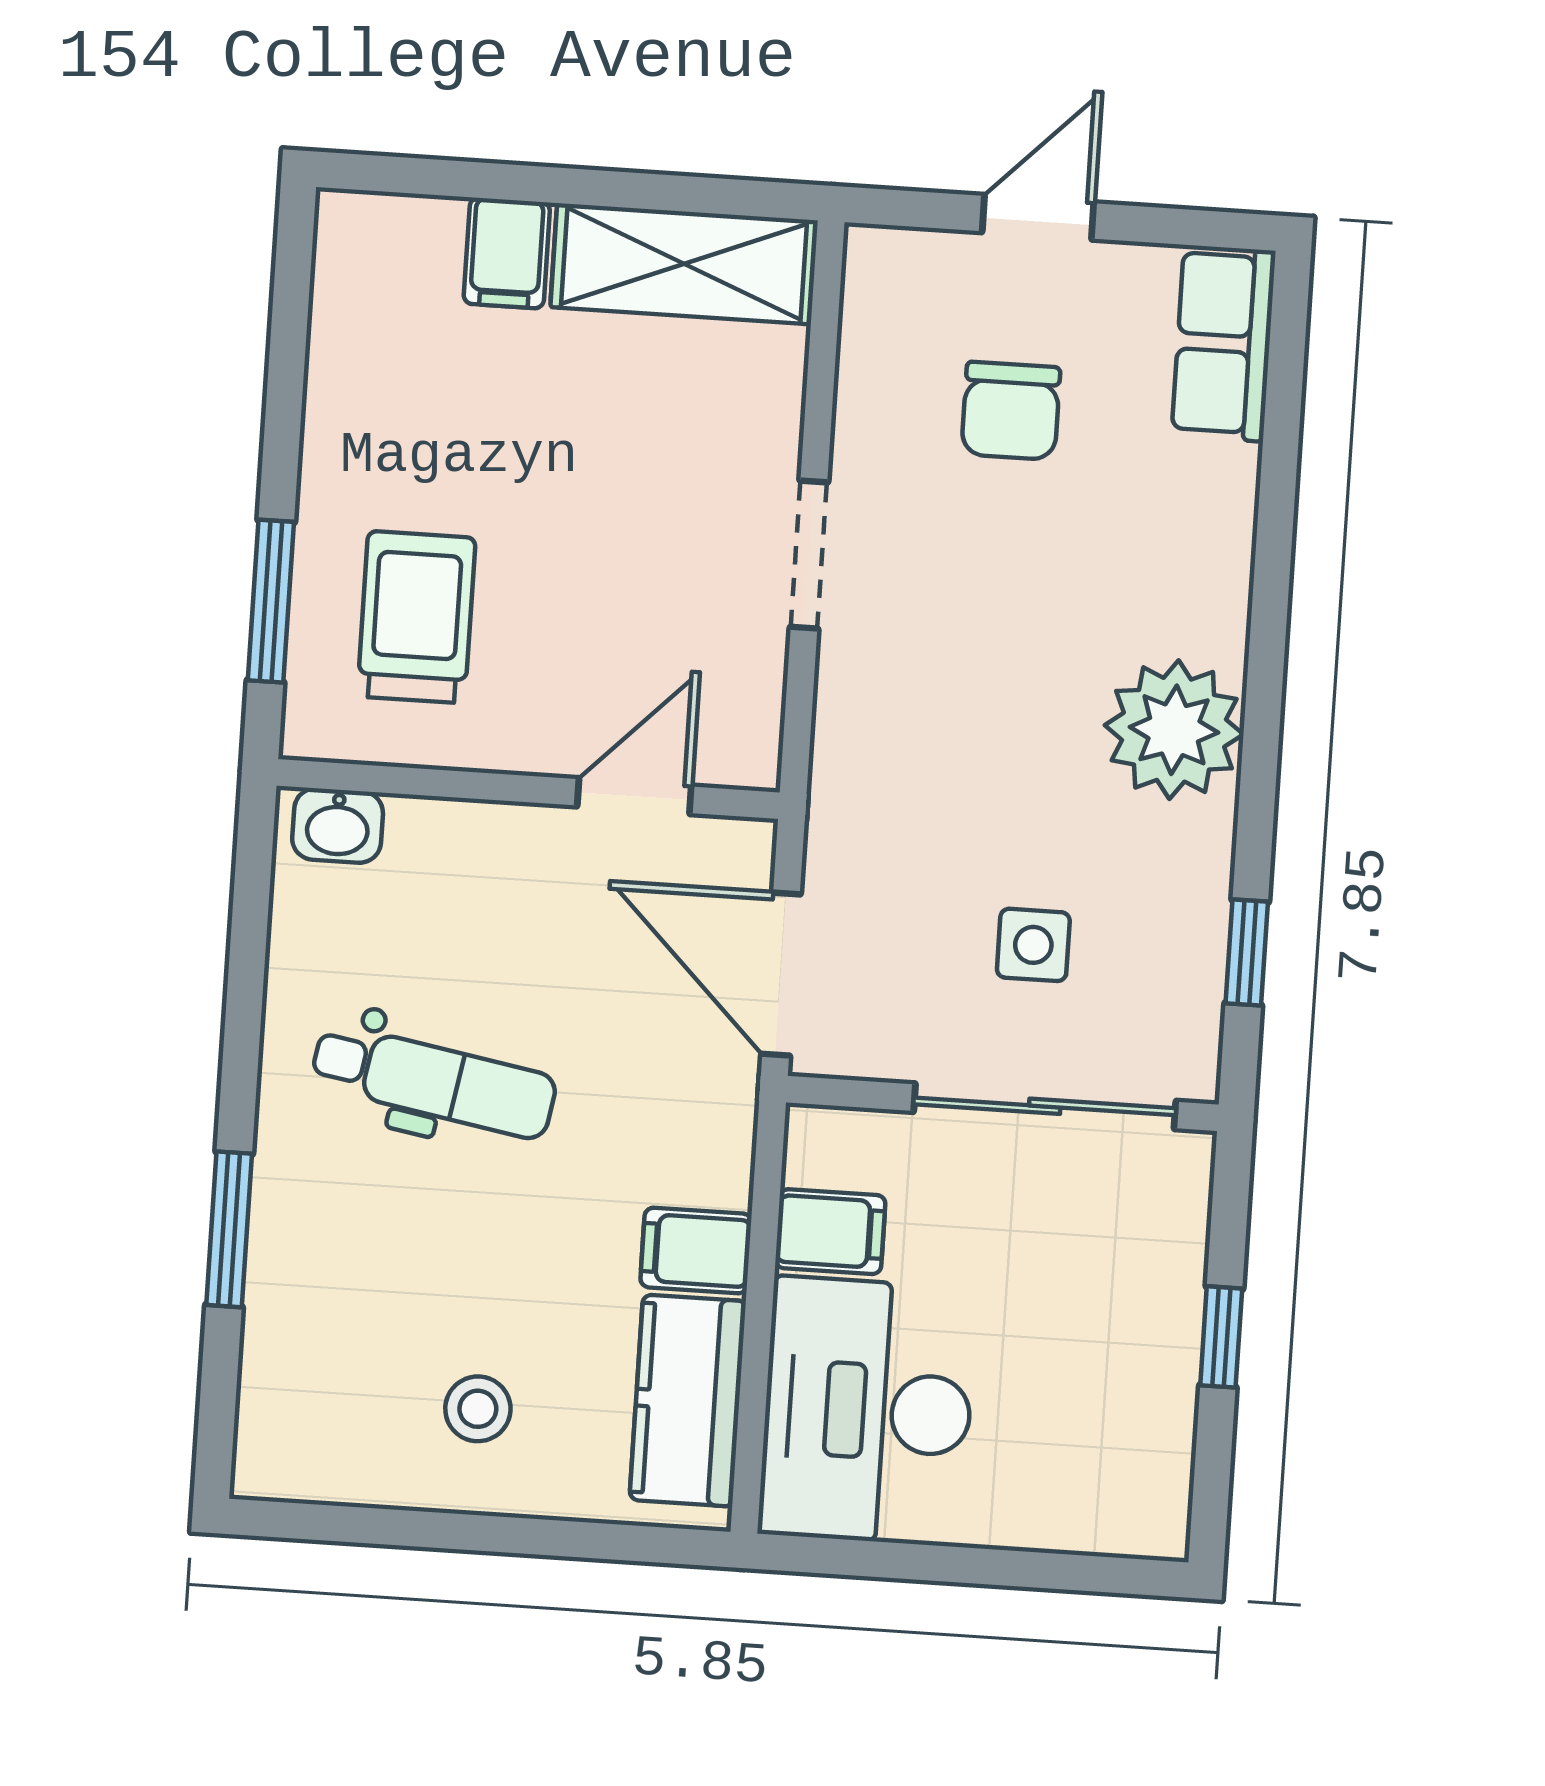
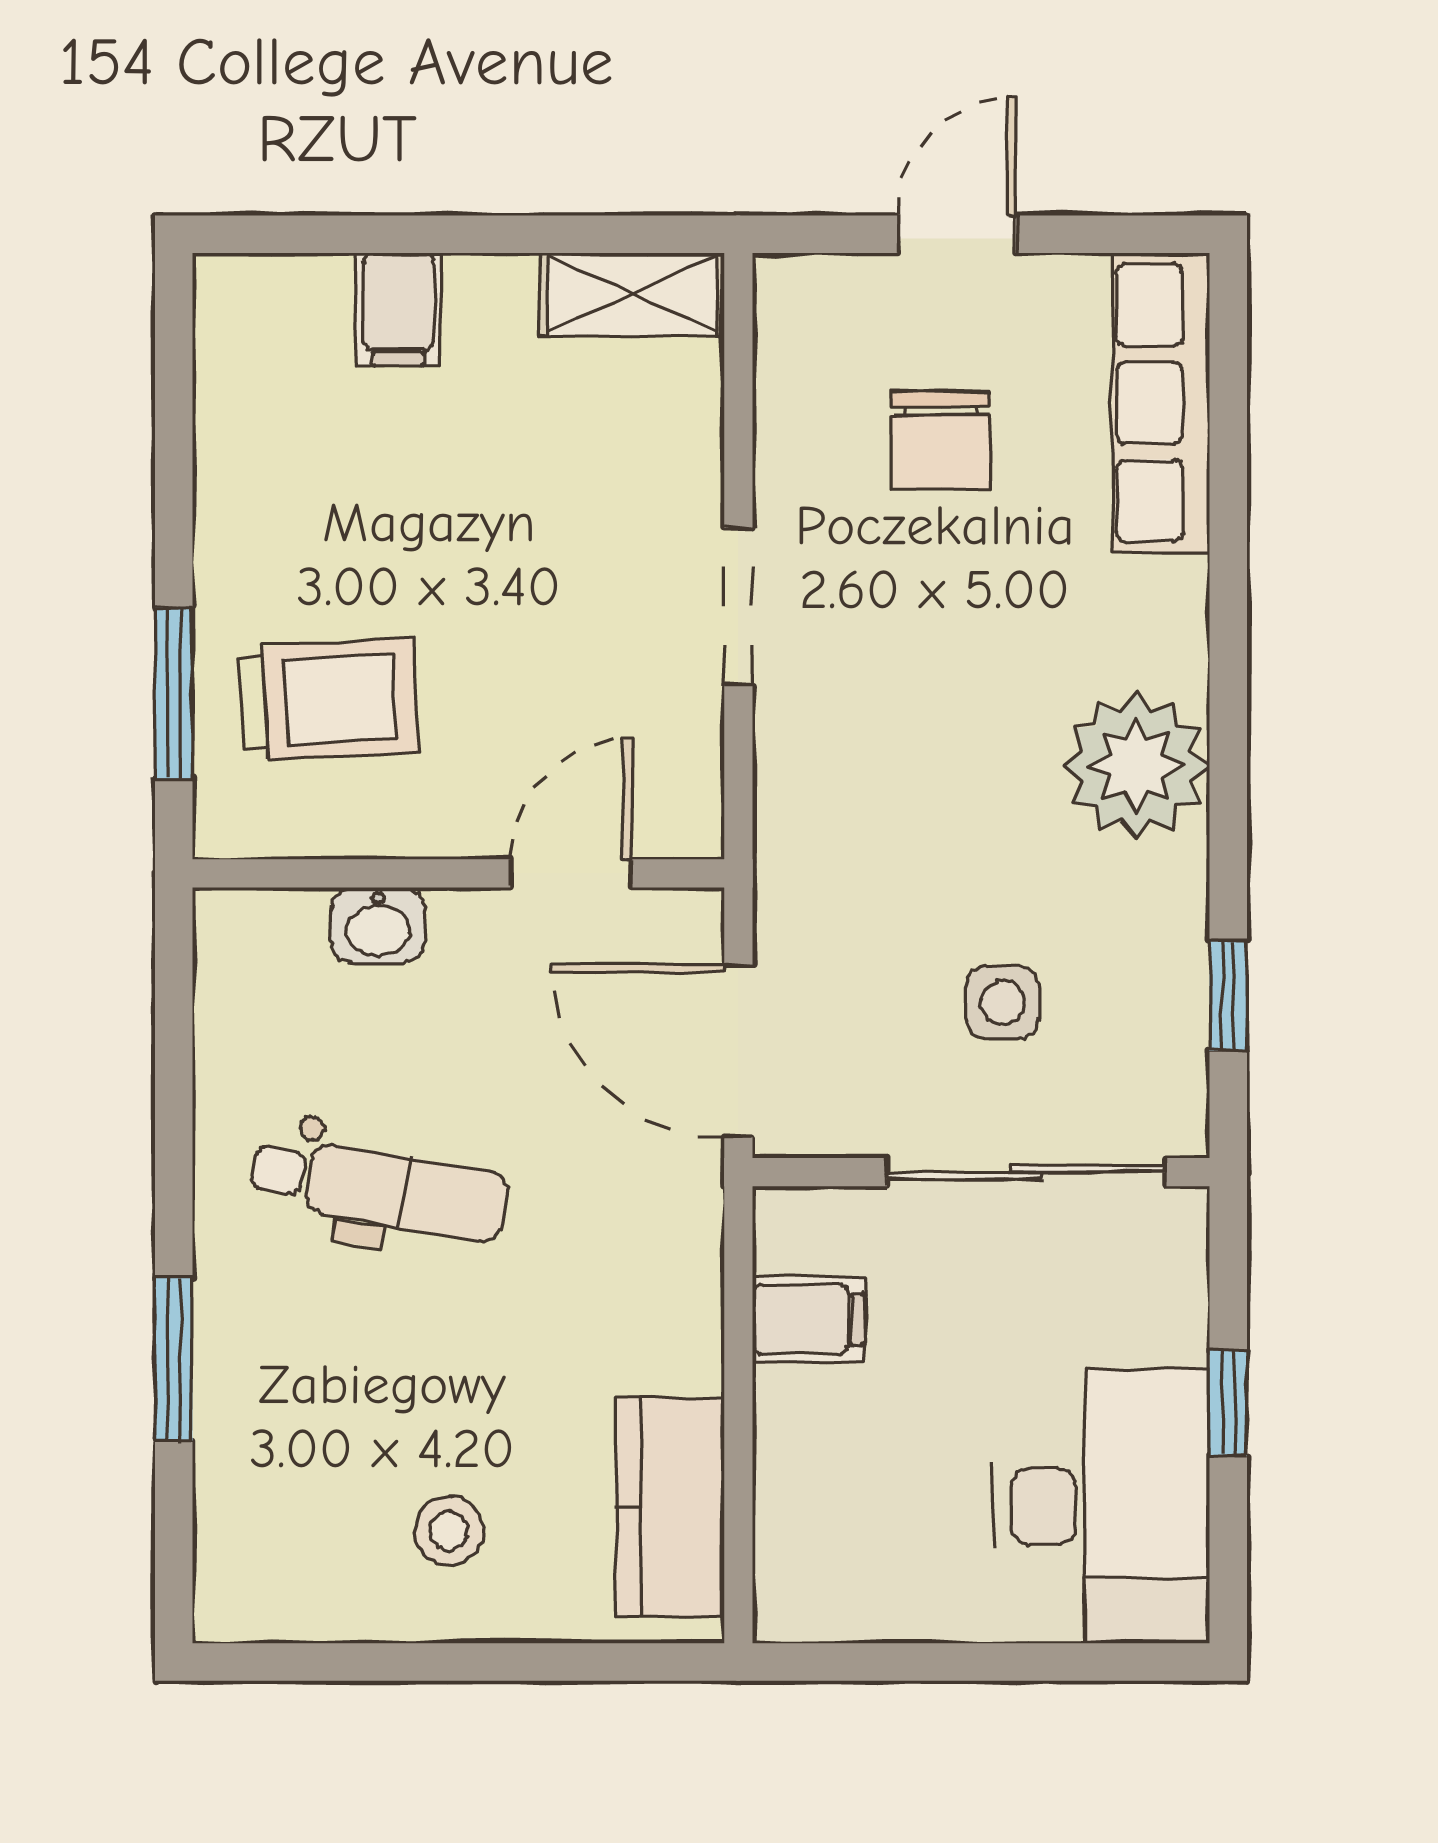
shelving: (684, 264) -> (632, 294), width x0.67, depth x0.75
row of seats: (1224, 343) -> (1161, 403), width x1.48
trolley: (416, 617) -> (328, 700), turned 87
washbasin: (338, 826) -> (378, 925), moved
filing cabinet: (696, 1250) -> (668, 1349), removed
desk: (867, 1411) -> (1102, 1506), moved, turned 180

